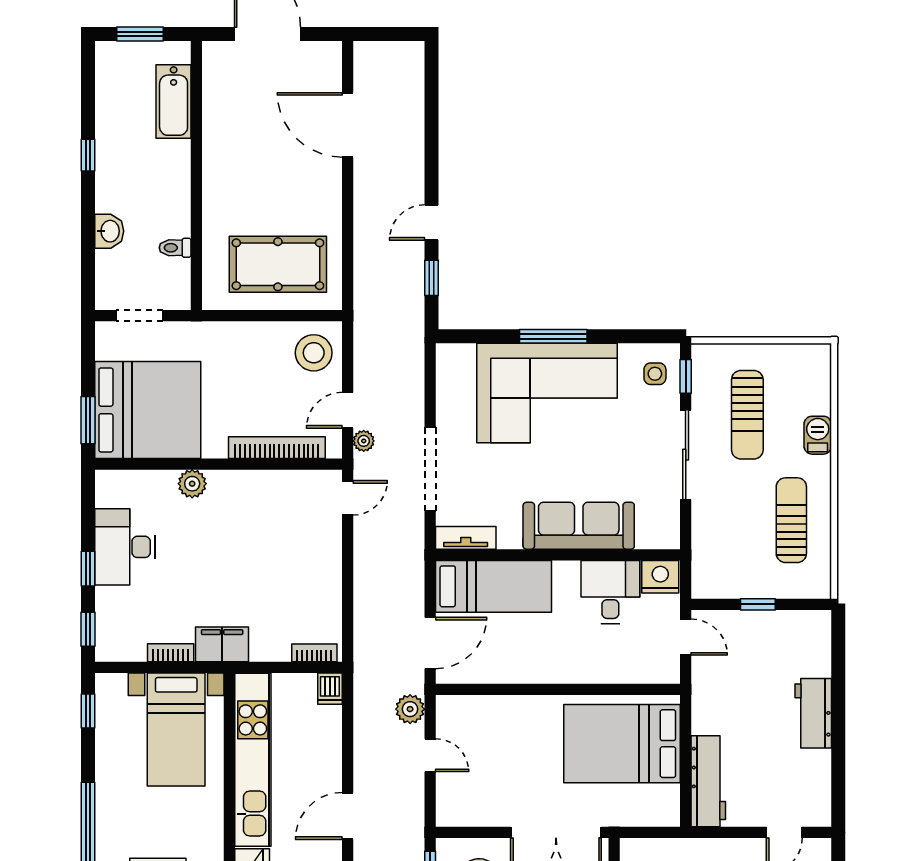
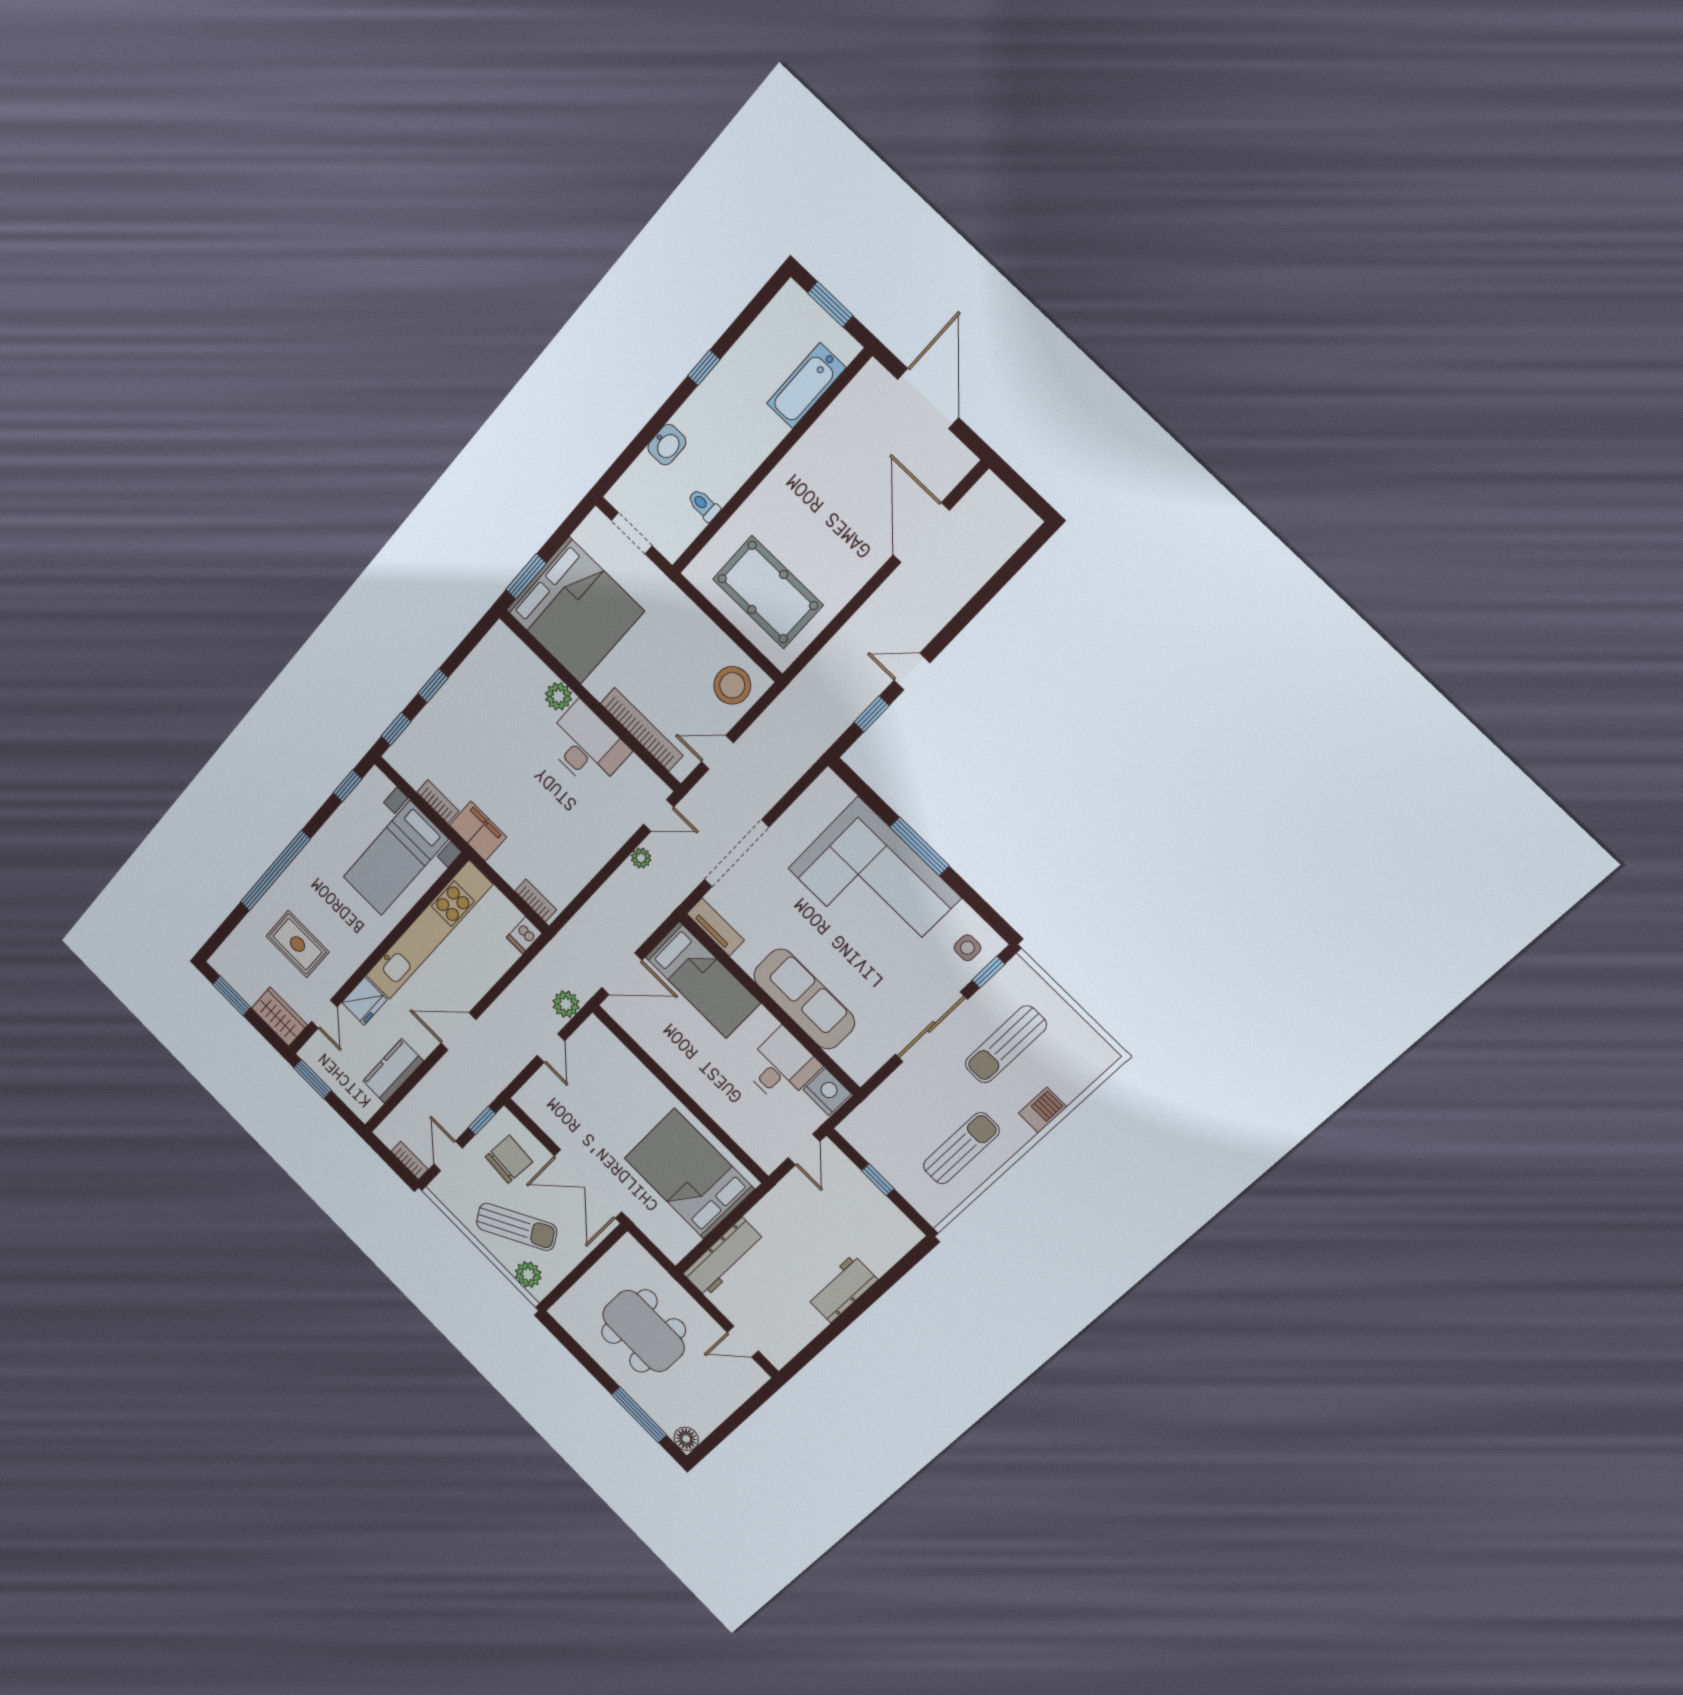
plant: (364, 441) -> (641, 858), moved
desk: (125, 547) -> (586, 746), moved, turned 90

